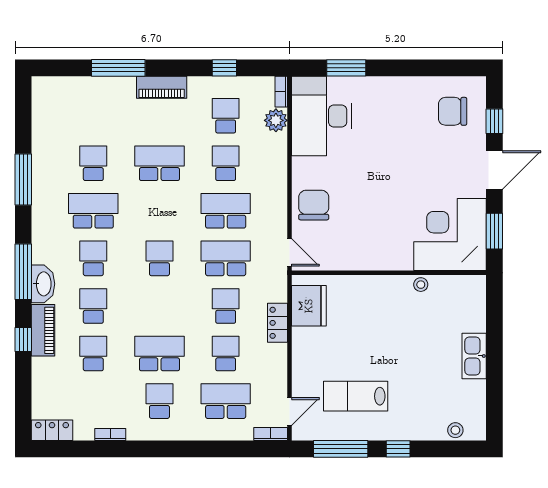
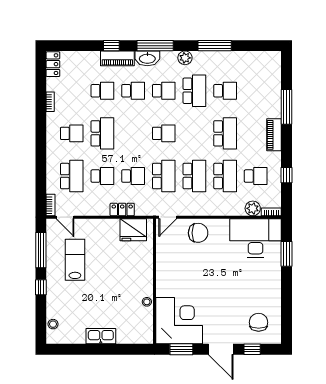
school desk: (226, 163) -> (225, 176), width x1.85
plant: (42, 225) -> (185, 58), added

